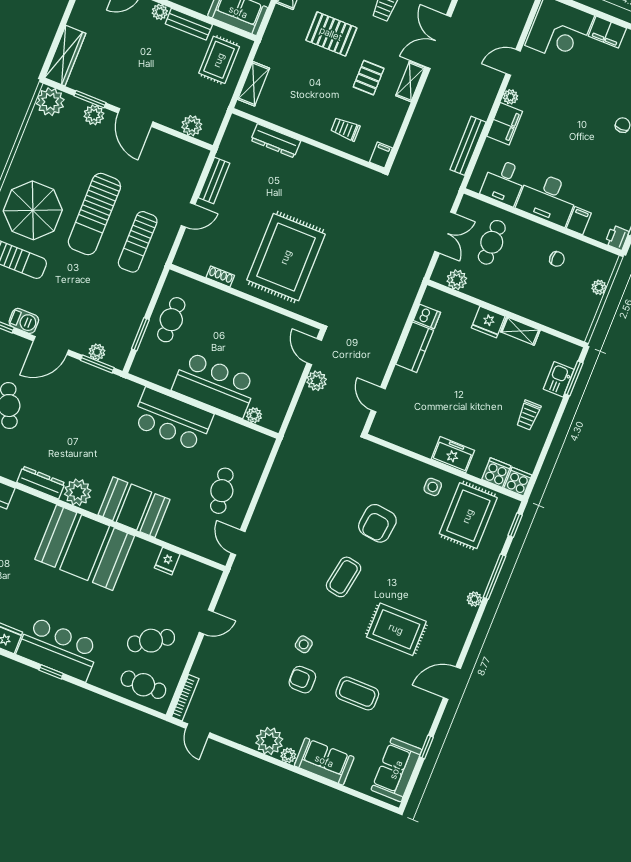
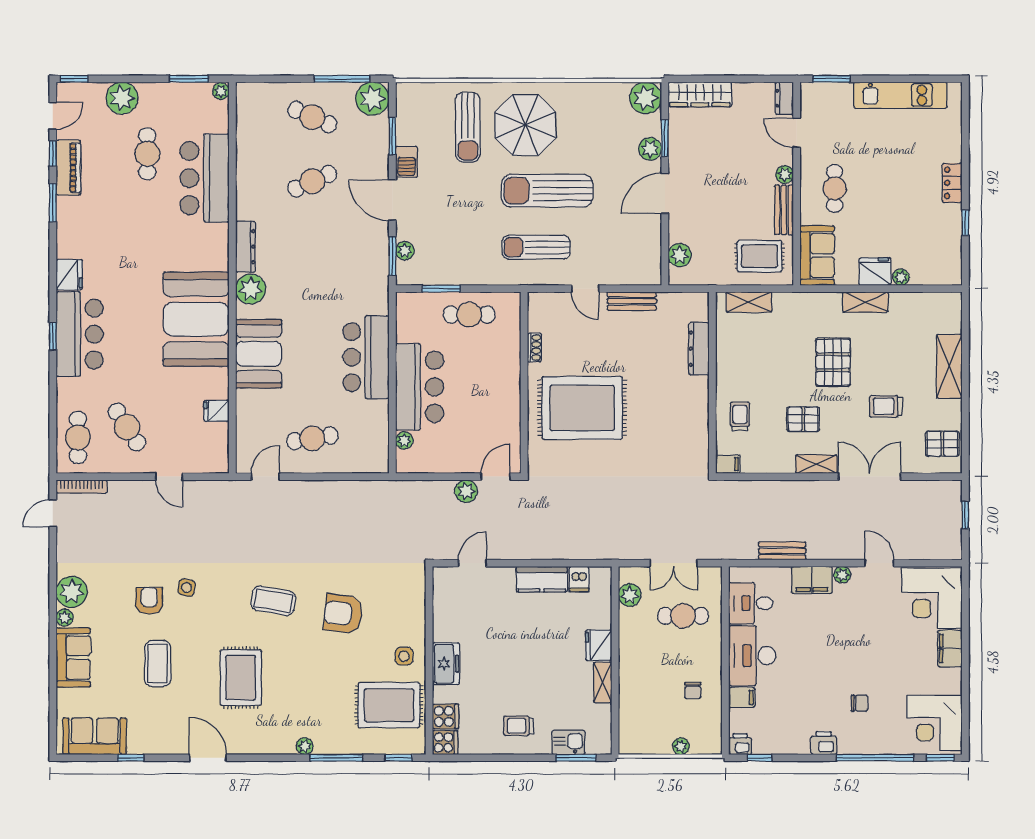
bench: (468, 146) -> (782, 551), width x0.73

